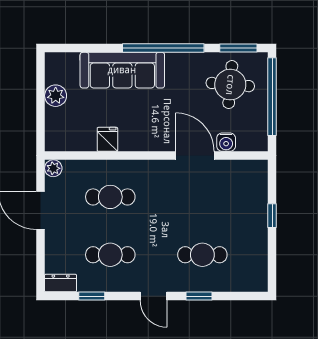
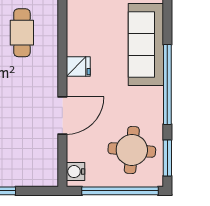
fridge: (107, 139) -> (78, 66), moved
water cooler: (226, 142) -> (75, 172), moved

